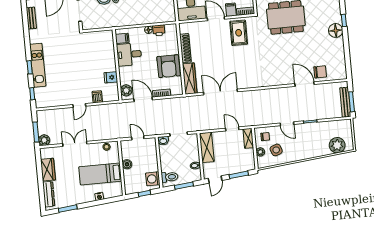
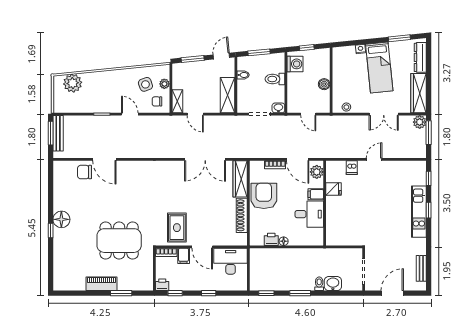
filing cabinet: (122, 38) -> (316, 194), moved
wardrobe: (48, 170) -> (419, 93), width x1.50
bed: (100, 174) -> (379, 67), moved, turned 84
toilet: (170, 177) -> (275, 79), moved

